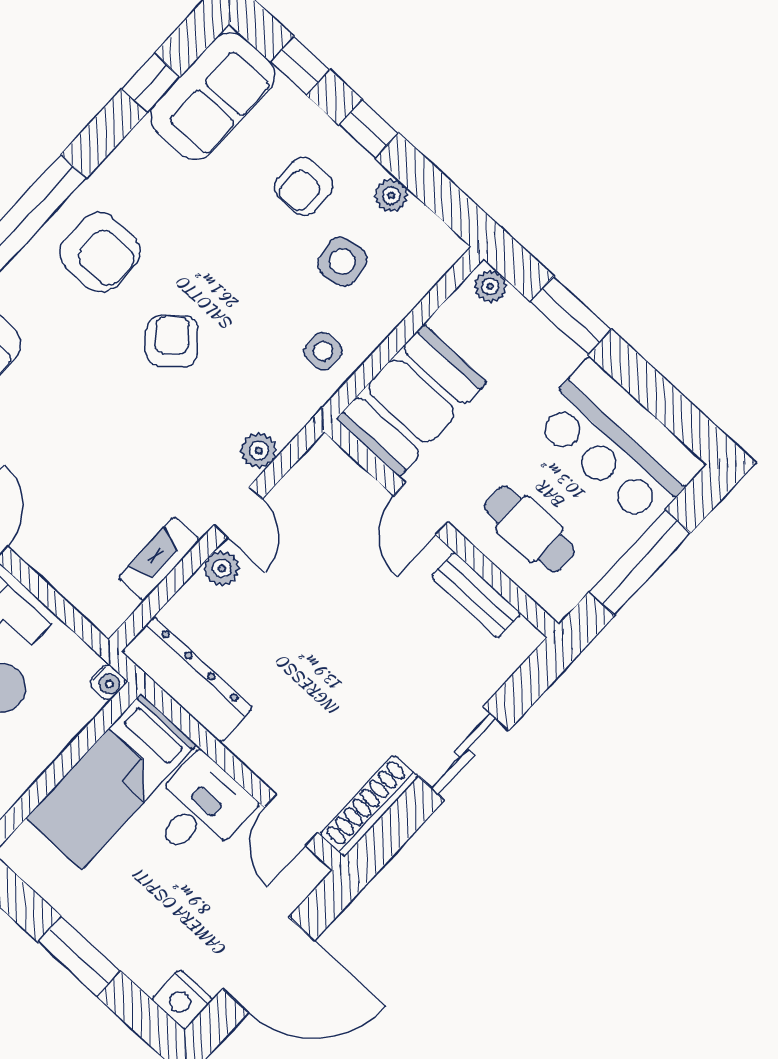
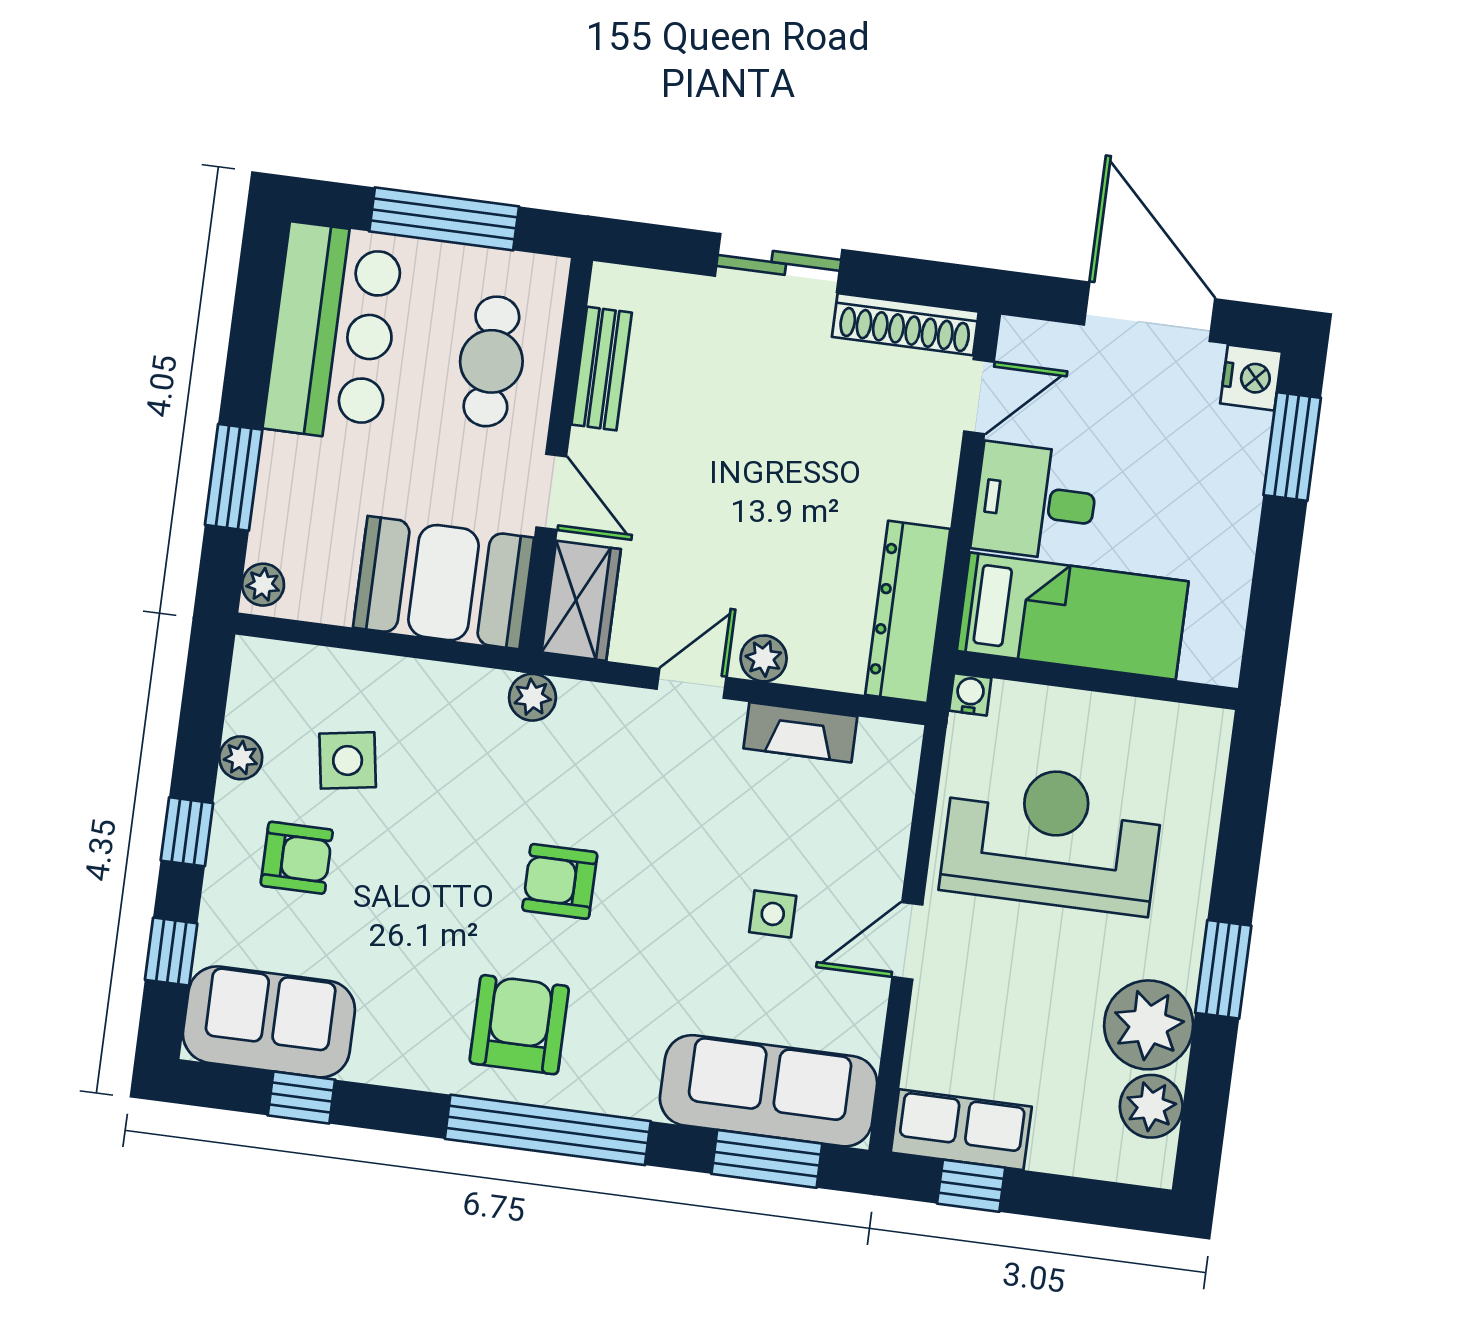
armchair: (172, 341) -> (560, 881), turned 41
side table: (323, 351) -> (773, 914), moved
plant: (259, 450) -> (532, 697), moved
wardrobe: (339, 479) -> (581, 601), added
door: (421, 509) -> (551, 492), hinge flipped
window: (79, 956) -> (1292, 446), moved

